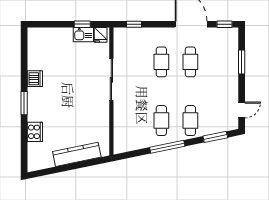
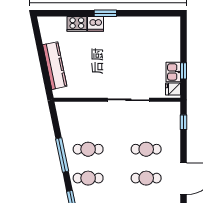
dishwasher: (35, 79) -> (96, 24), moved

